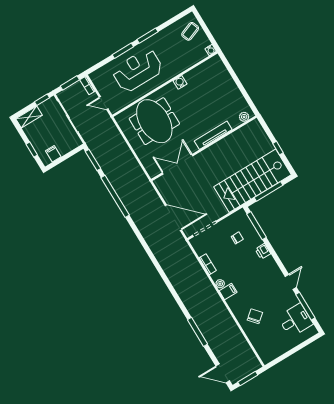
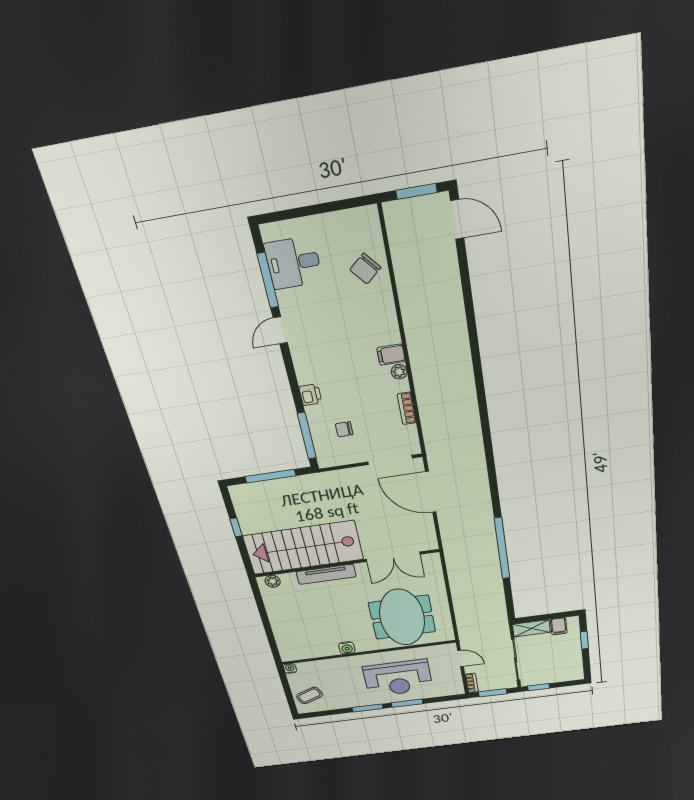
shelving: (29, 117) -> (531, 628), moved
window: (93, 160) -> (509, 602), removed
stairs: (253, 181) -> (303, 548), moved, turned 180
chair: (255, 316) -> (365, 269), moved
window: (198, 332) -> (469, 309), removed

